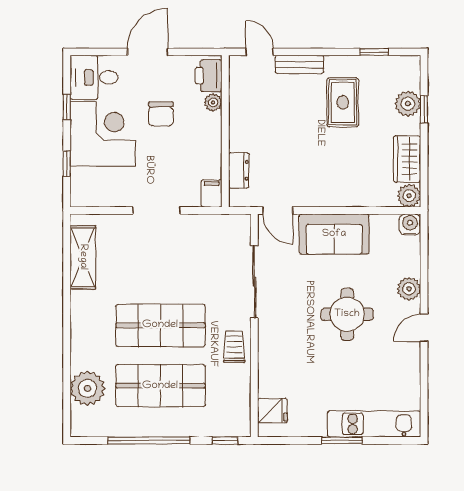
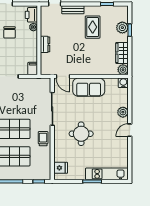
dresser: (239, 170) -> (45, 44), moved
round table: (347, 314) -> (81, 134), moved

